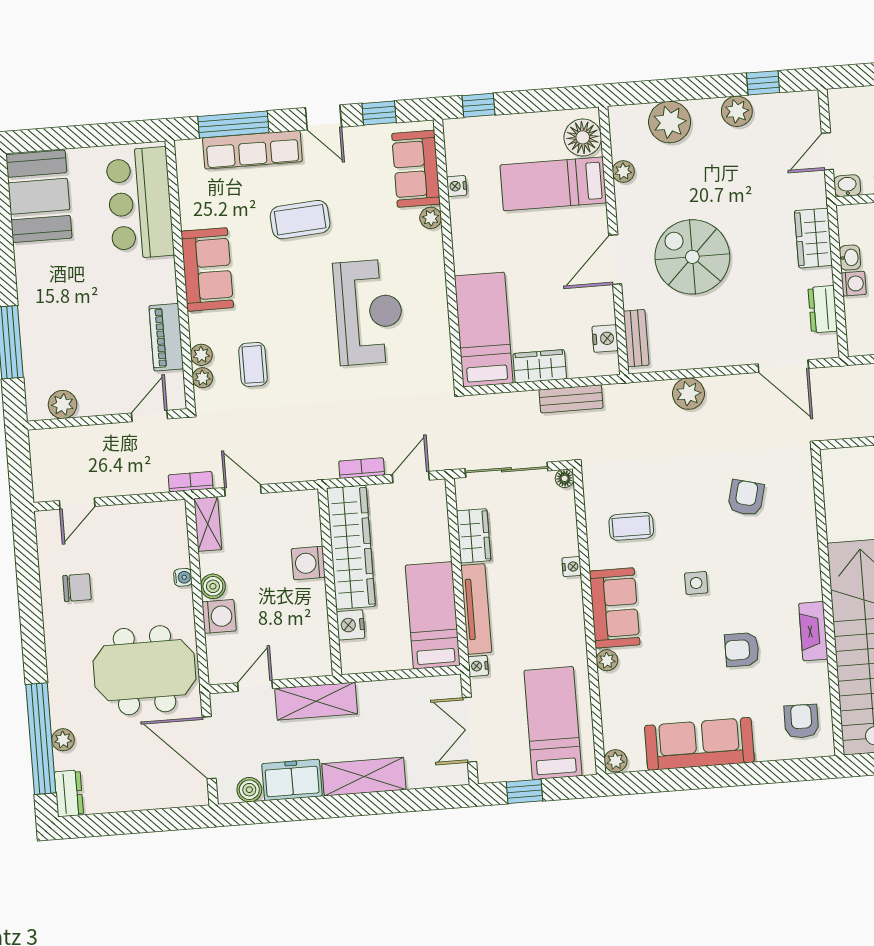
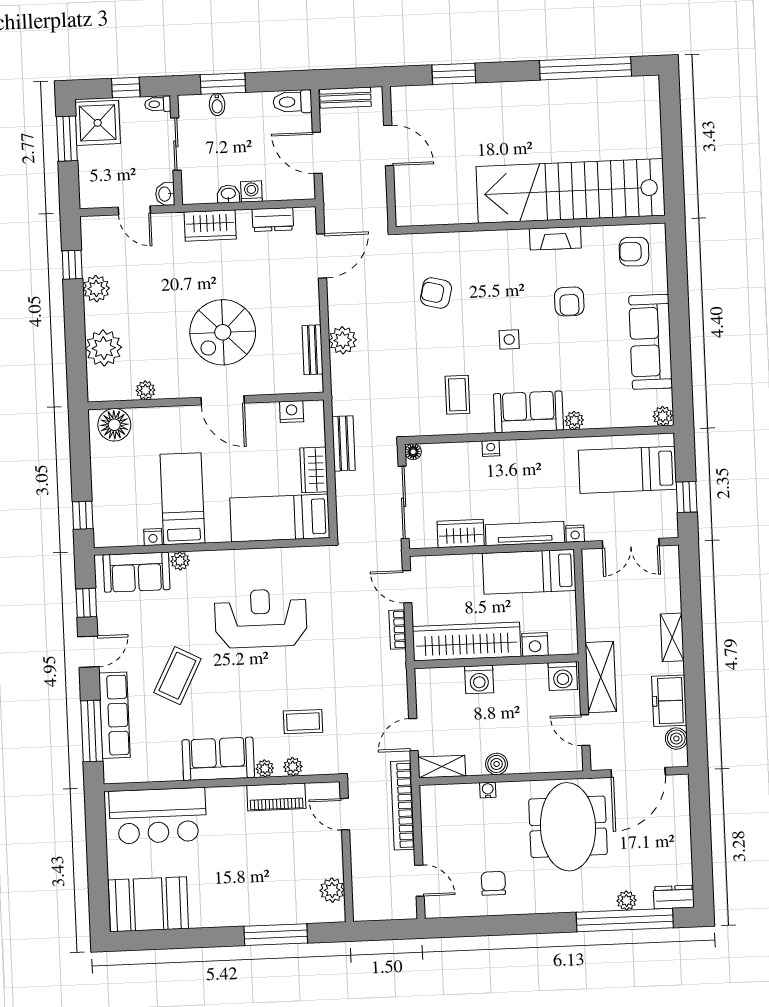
bed: (553, 184) -> (182, 499), moved, turned 180
coffee table: (300, 220) -> (177, 676), turned 31
bench: (636, 338) -> (312, 350), moved, turned 90
plant: (203, 378) -> (265, 768), moved
bookcase: (191, 482) -> (403, 805), width x2.31, depth x1.31
washing machine: (219, 616) -> (563, 676), moved, turned 180
shelving: (364, 777) -> (672, 637), width x0.67, depth x0.75

